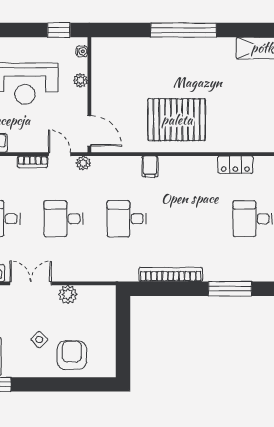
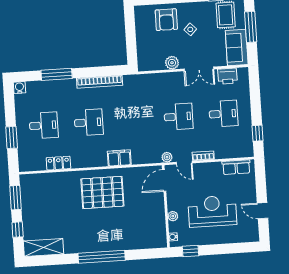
door: (89, 131) -> (164, 180), hinge flipped
filing cabinet: (150, 166) -> (119, 158), width x2.00
desk: (127, 219) -> (89, 122), moved

